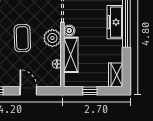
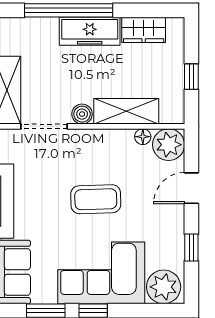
freezer: (115, 22) -> (90, 31), moved
plant: (52, 38) -> (169, 145), moved
wardrobe: (116, 75) -> (144, 30), moved

